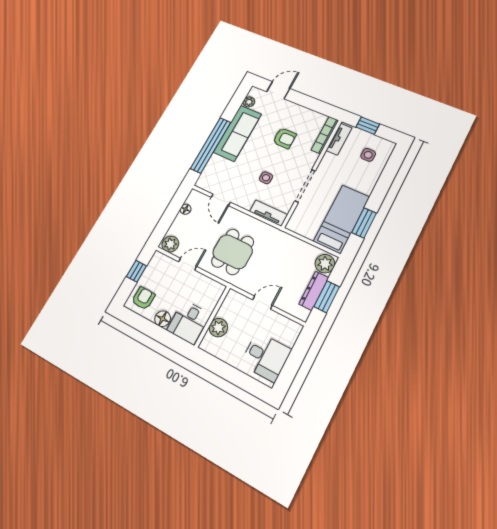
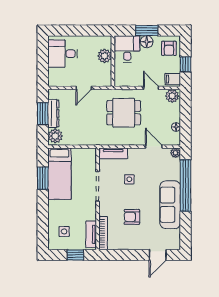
plant: (249, 102) -> (175, 153), moved
dining table: (233, 252) -> (124, 113), turned 90
filing cabinet: (159, 262) -> (173, 79), added
door: (188, 264) -> (151, 88), swing flipped
window: (155, 332) -> (147, 31), added

